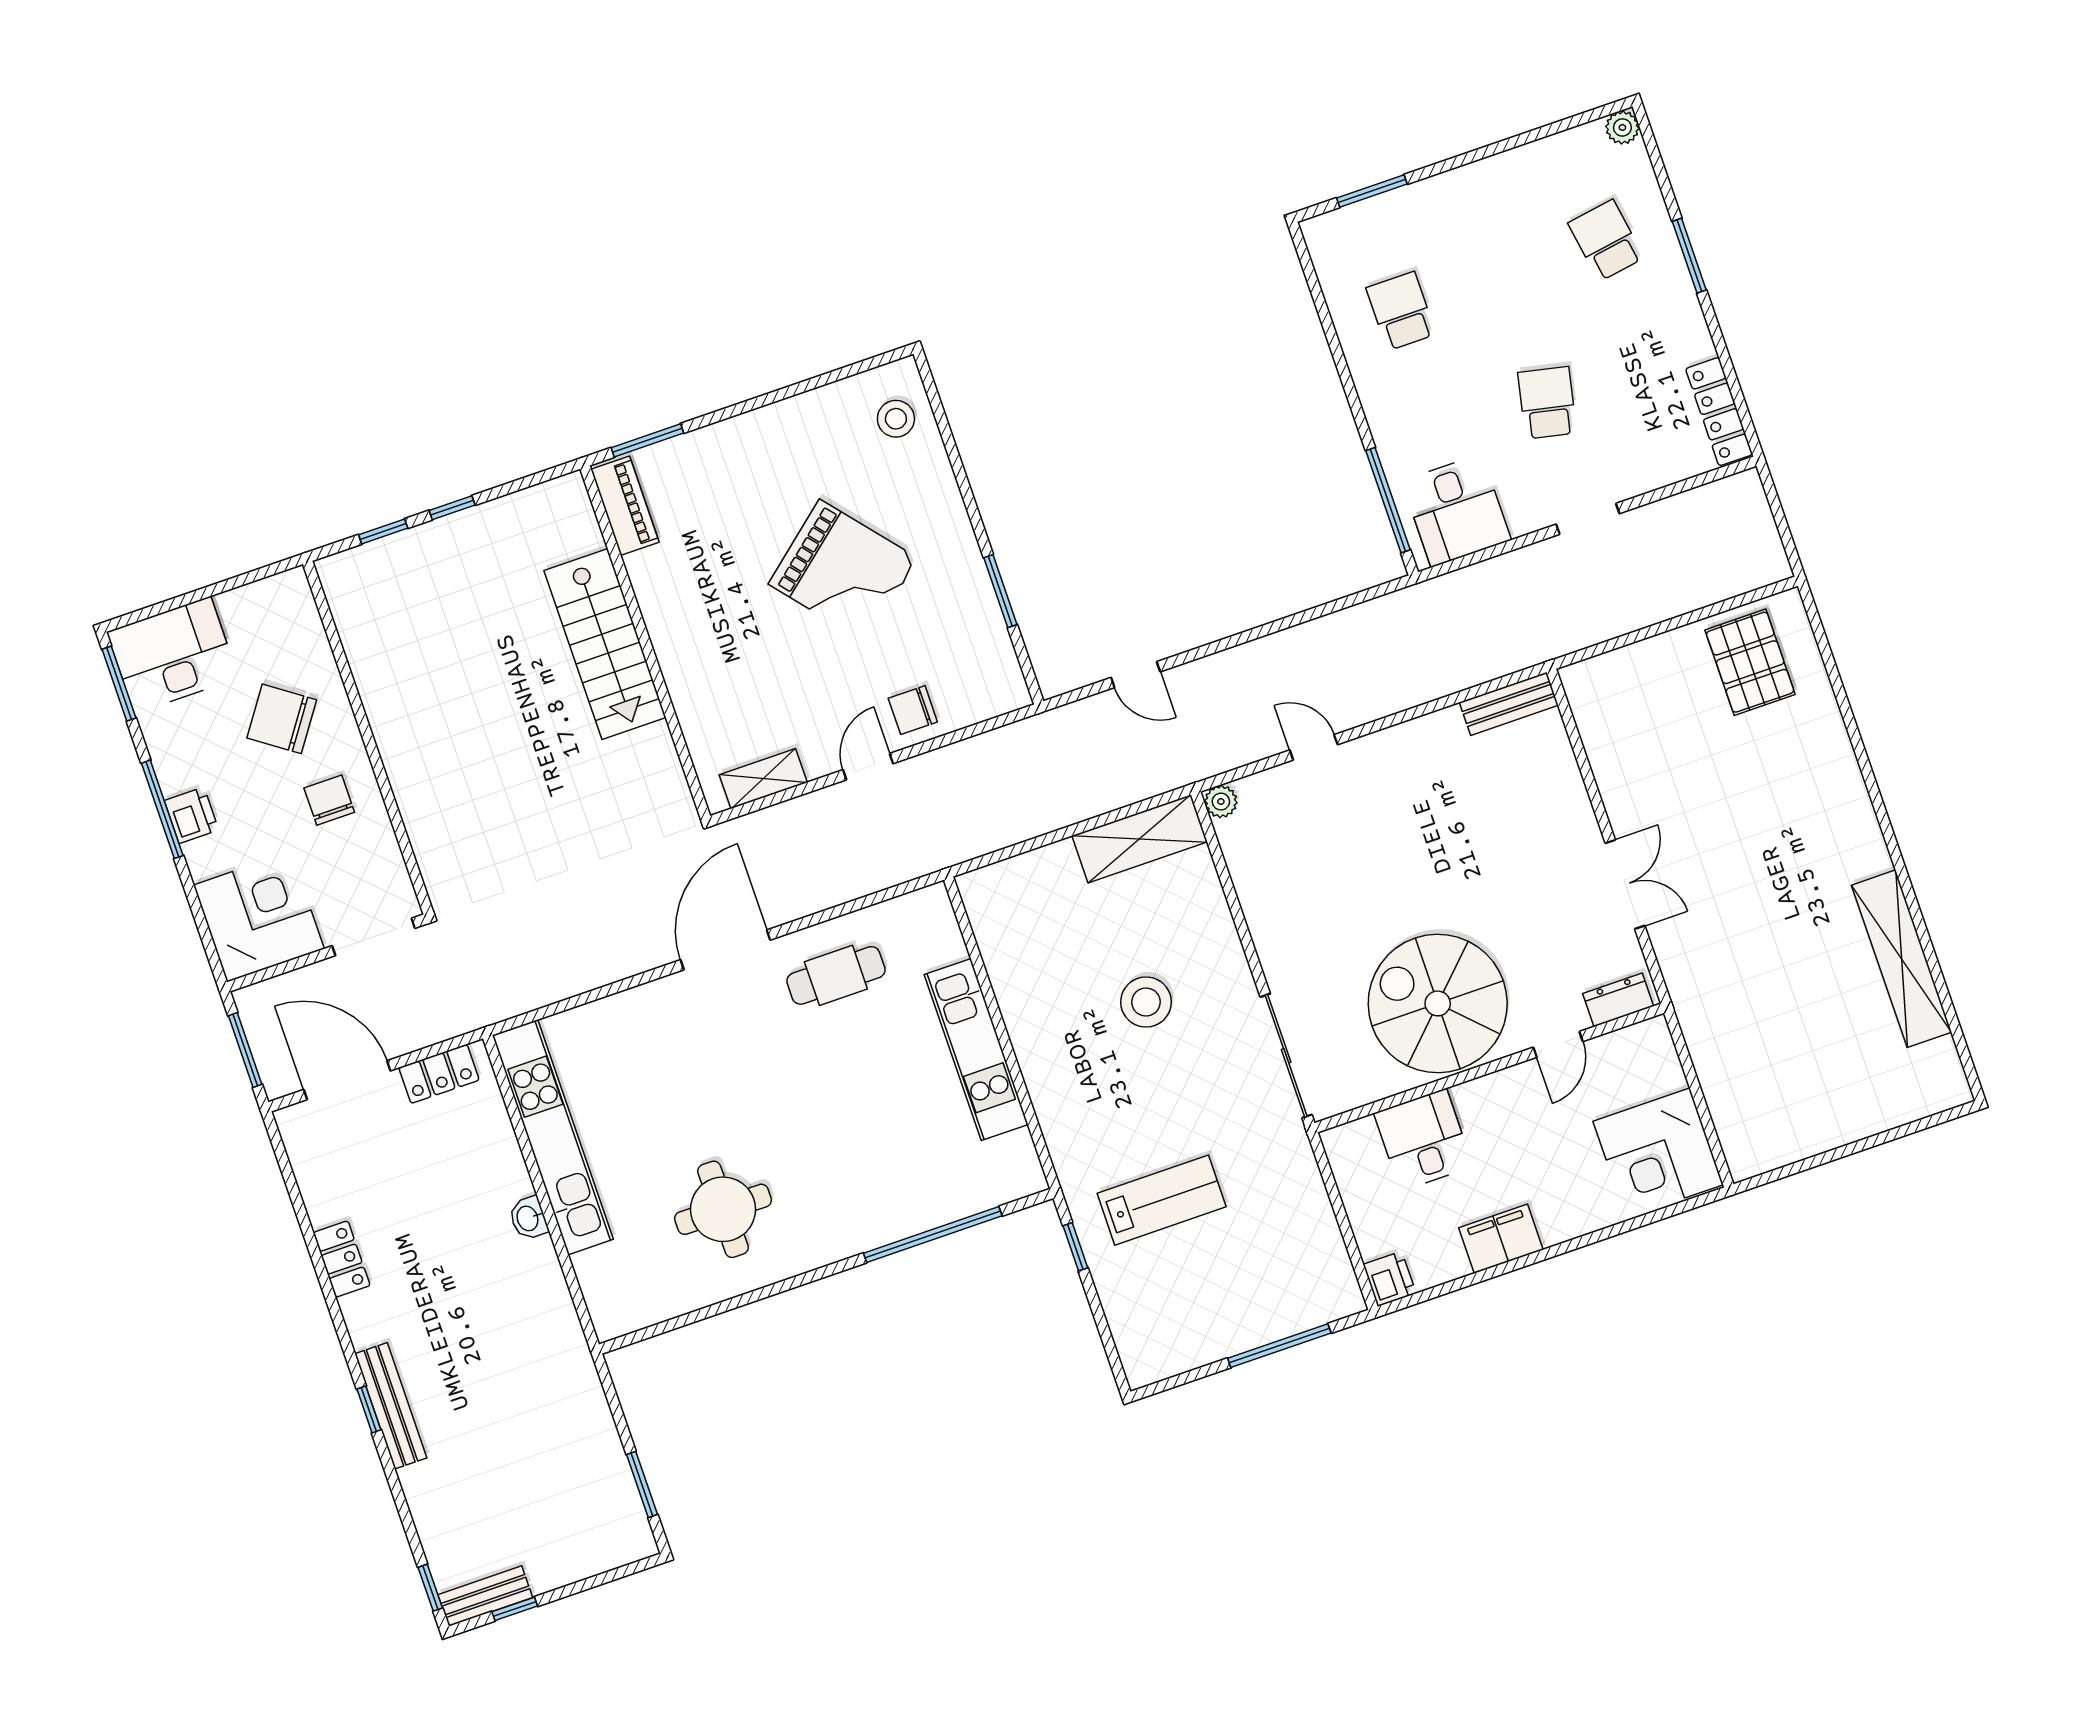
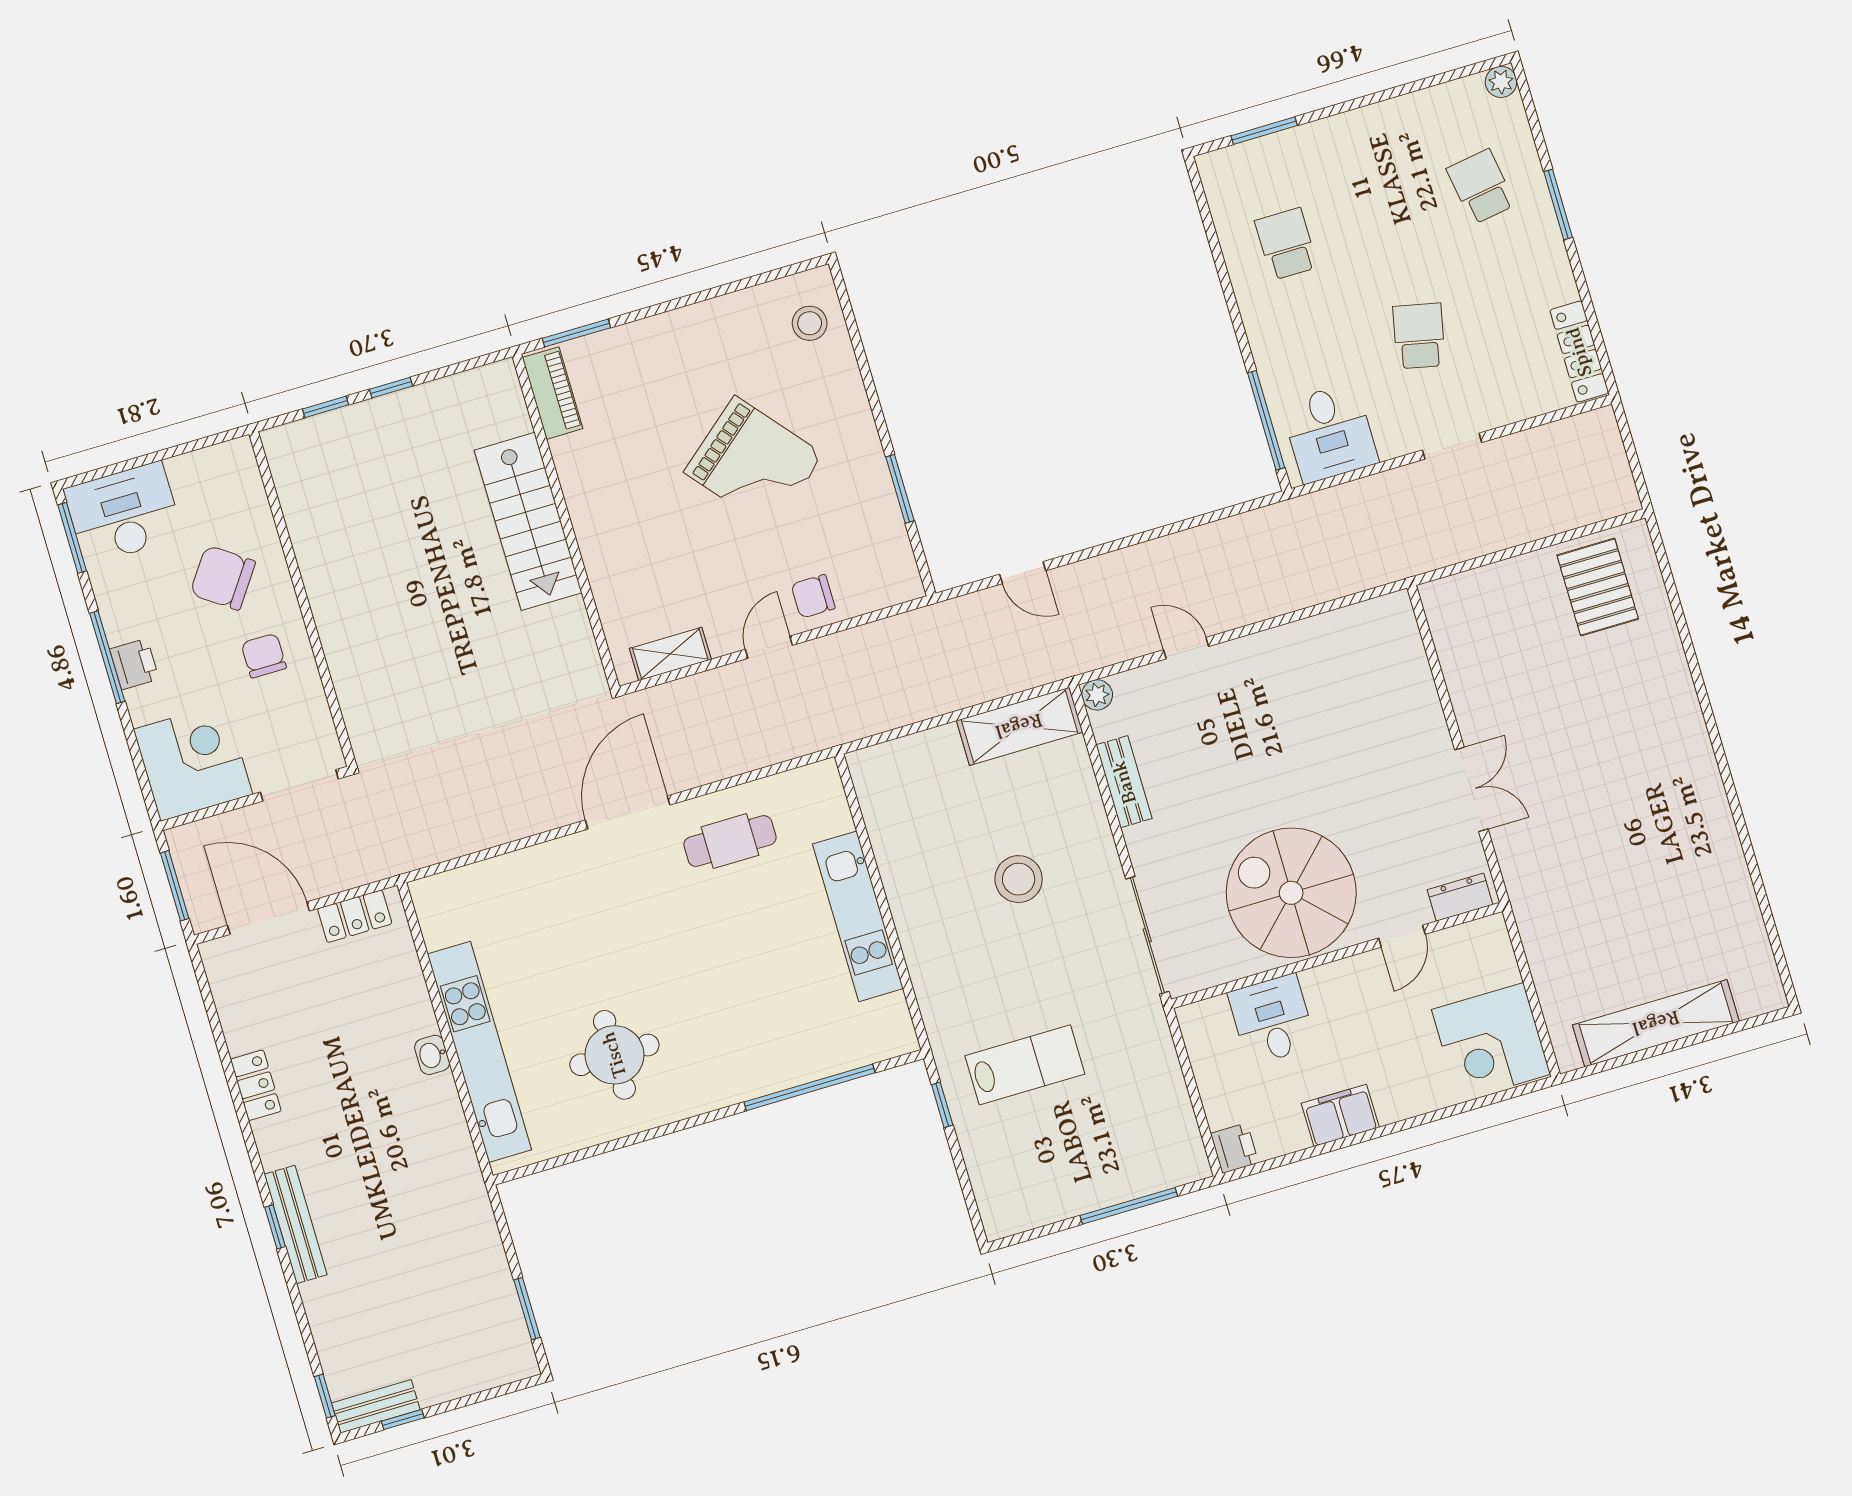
bench: (1509, 704) -> (1124, 782), moved, turned 90
shelving: (1902, 959) -> (1656, 1023), moved, turned 90
kitchen unit: (553, 1137) -> (479, 1052), moved

